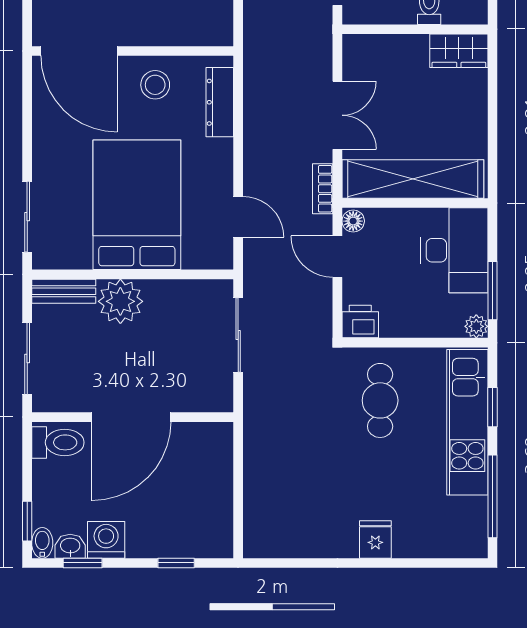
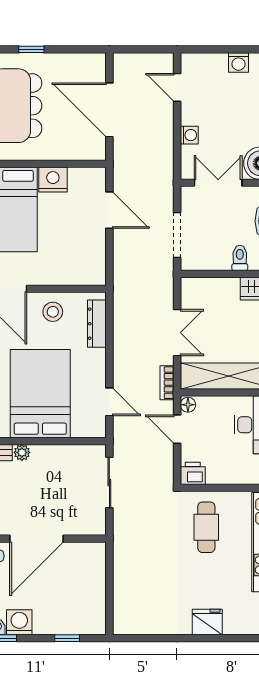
plant: (120, 301) -> (22, 452), width x0.53, depth x0.53
fridge: (375, 539) -> (207, 622), width x1.38

